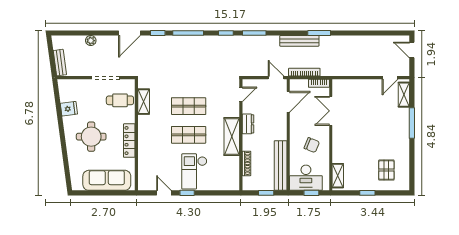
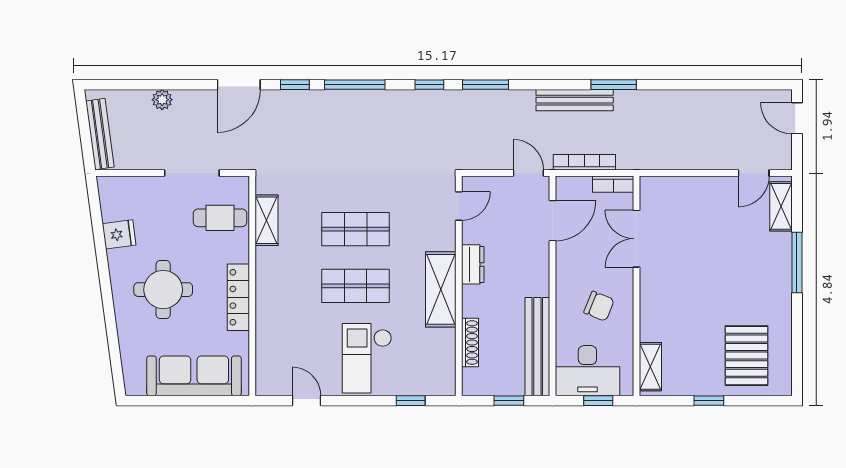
bench: (60, 63) -> (100, 134), width x1.36
pallet: (386, 170) -> (747, 356), width x1.50, depth x1.42
window: (187, 193) -> (411, 401), moved

